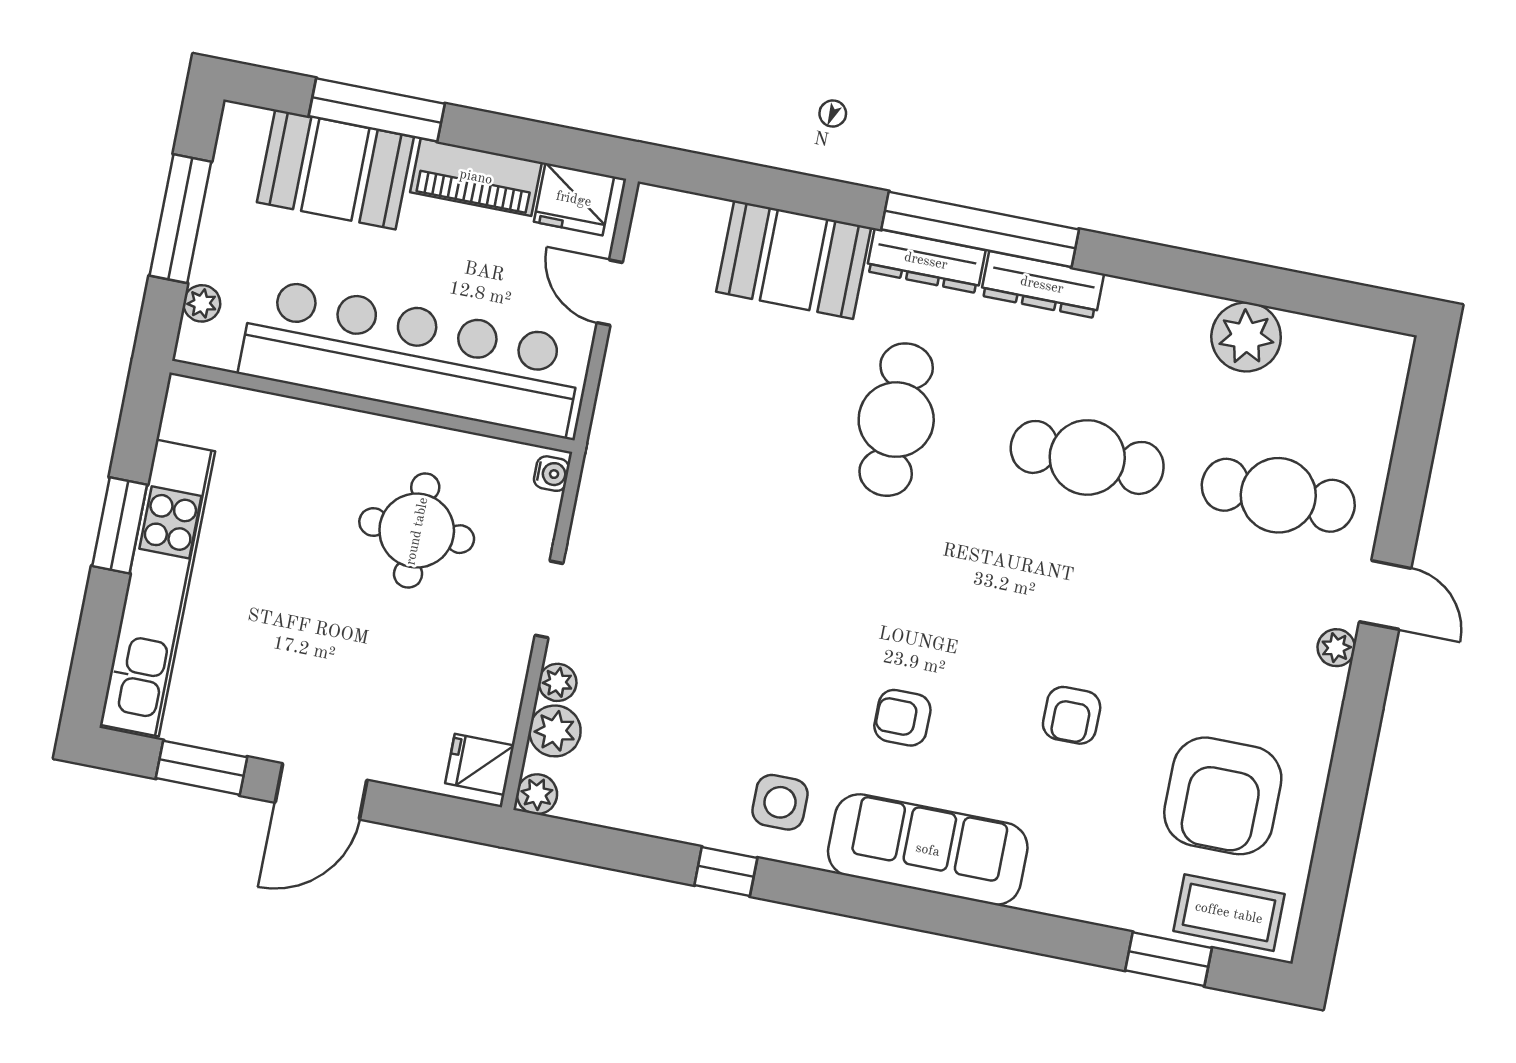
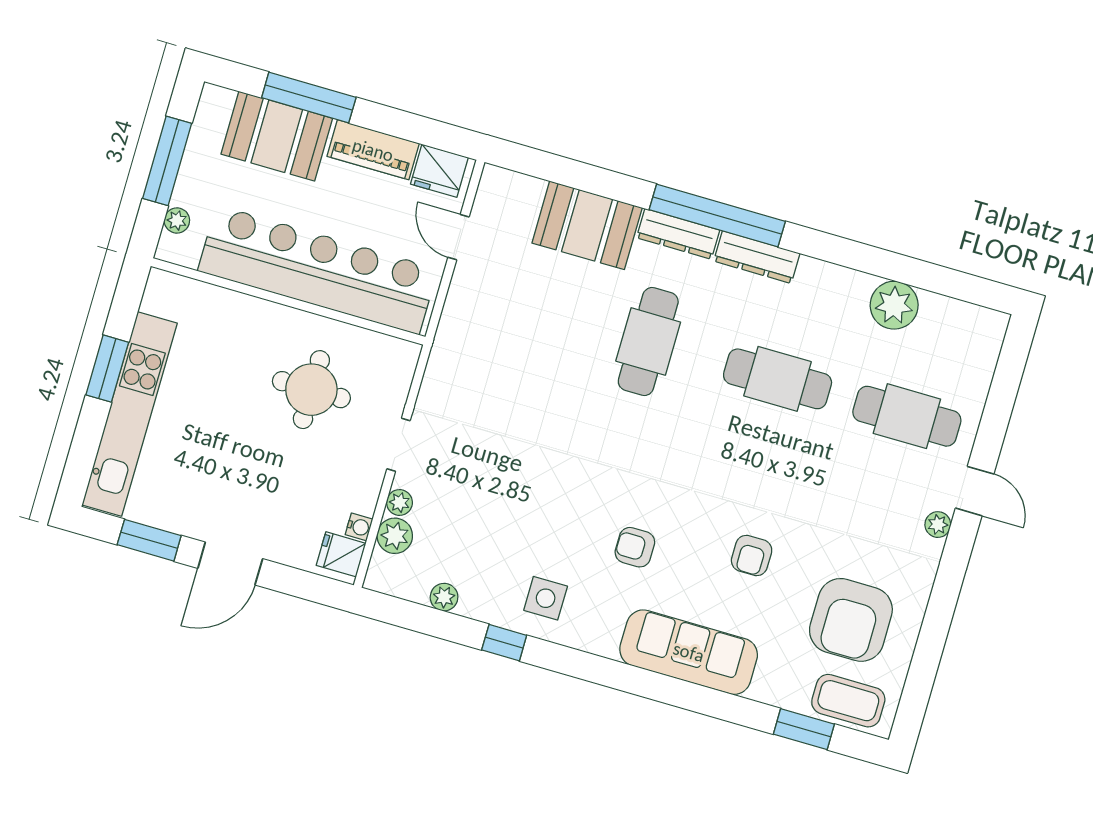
water cooler: (551, 474) -> (359, 527), moved
plant: (537, 794) -> (444, 597), moved
sofa: (928, 850) -> (689, 652), moved

